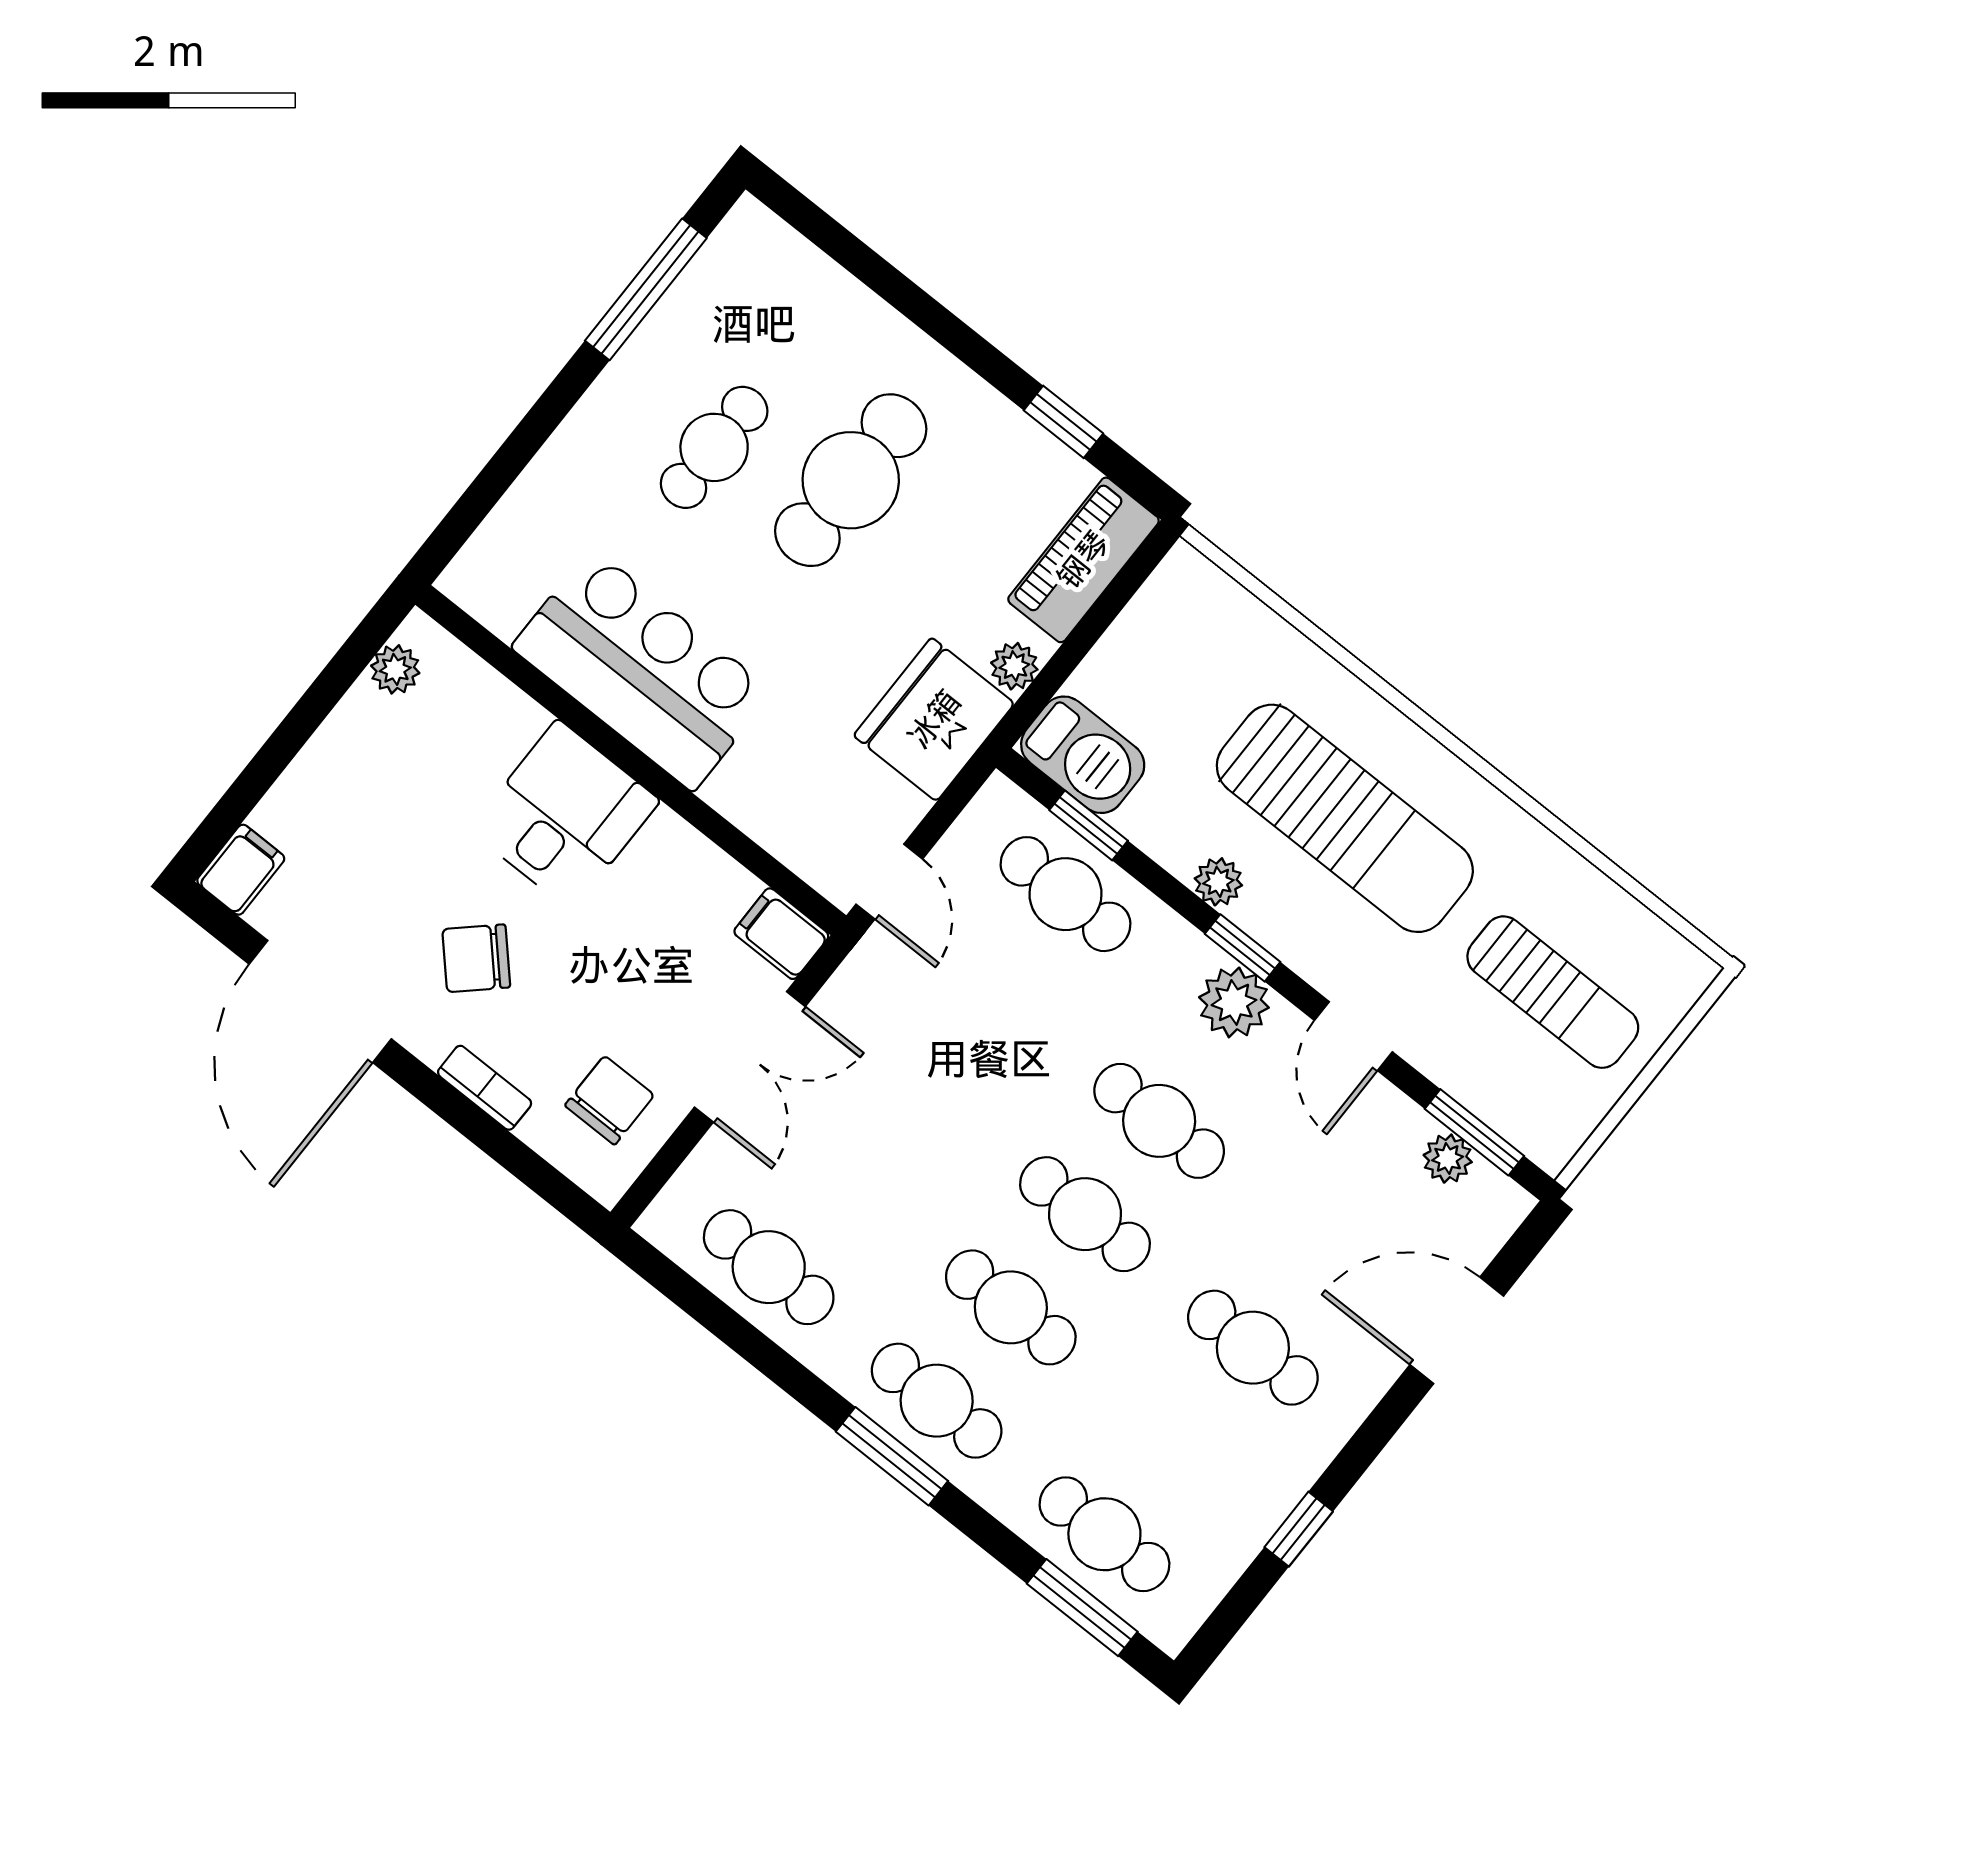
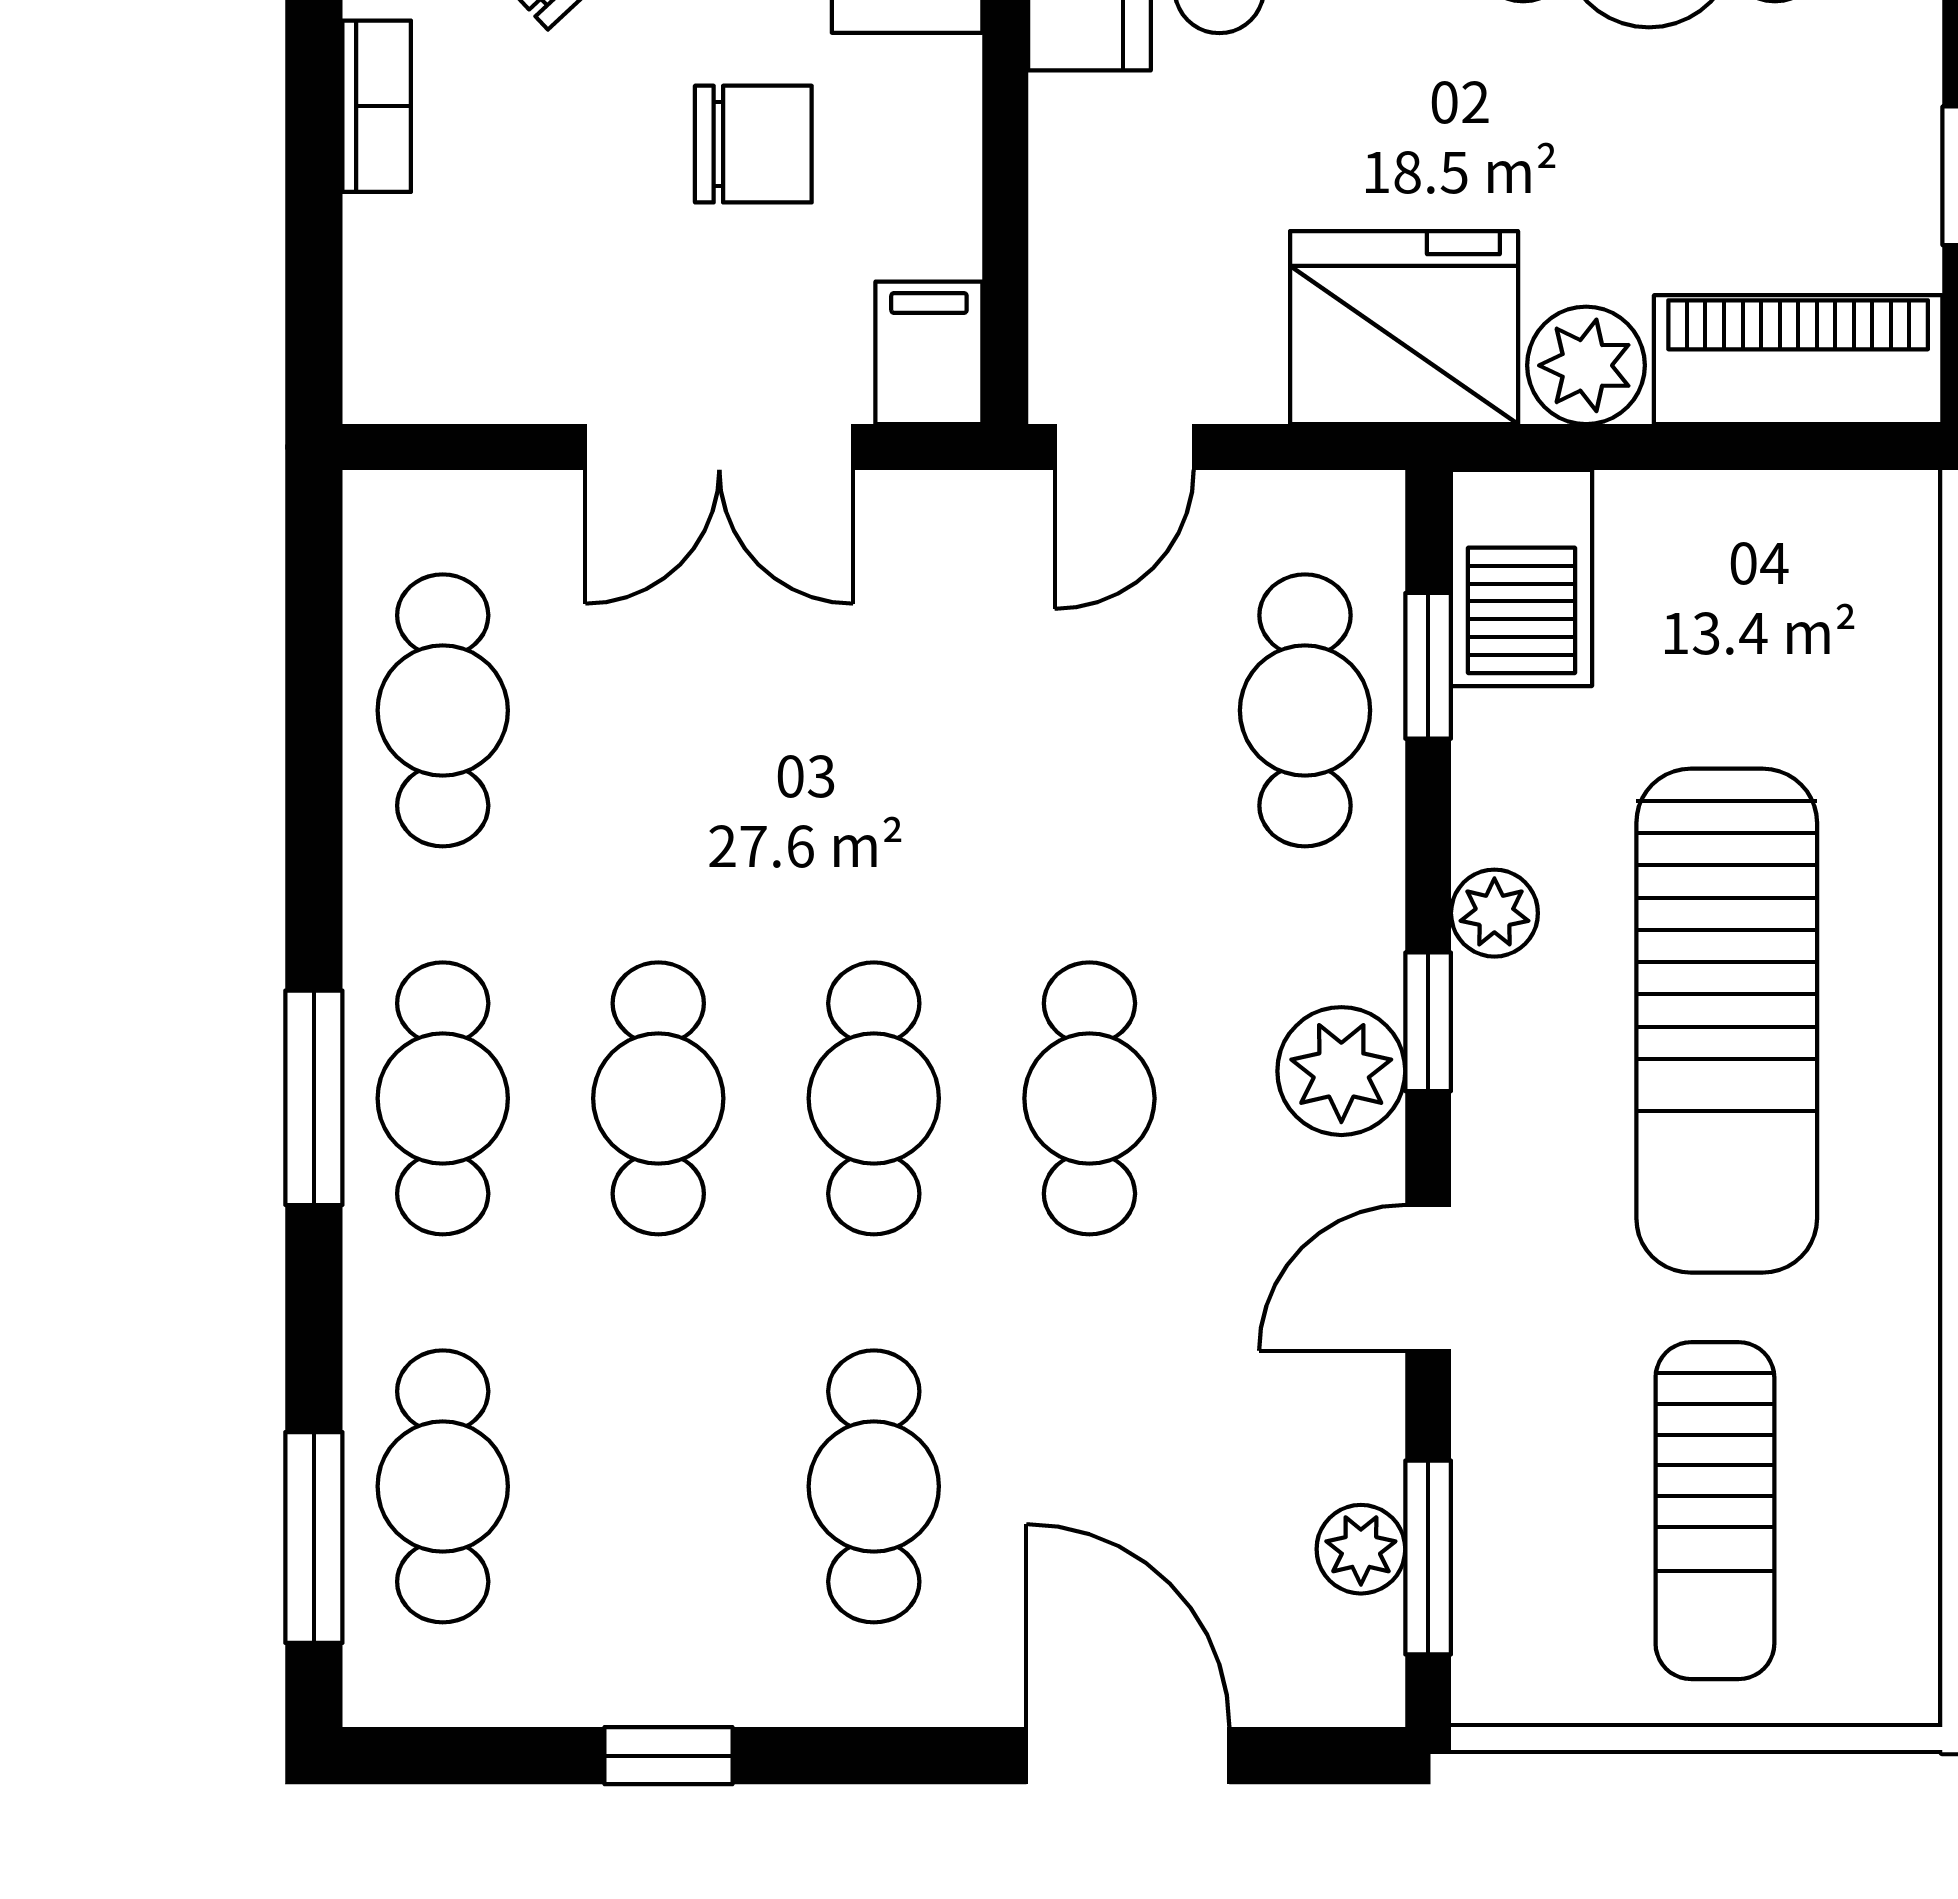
plant: (1014, 666) -> (1586, 365), width x1.38, depth x1.38
chair: (609, 1100) -> (753, 144), moved

